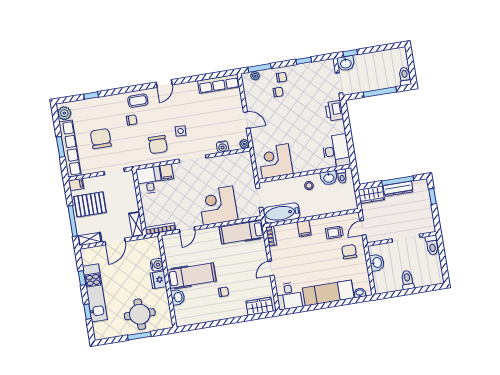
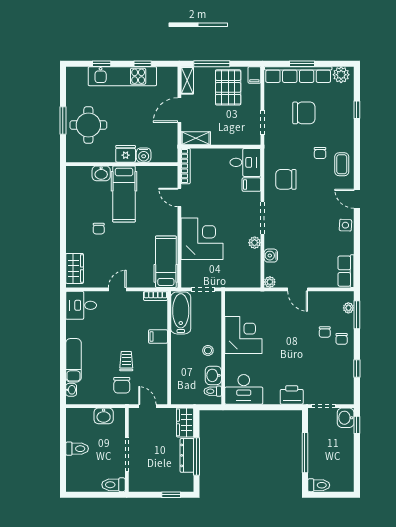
row of seats: (219, 84) -> (346, 271), width x0.68
door: (247, 120) -> (298, 289), hinge flipped
side table: (181, 131) -> (345, 225), moved
corner desk: (275, 161) -> (243, 335), moved
plant: (214, 162) -> (255, 243), added
trolley: (334, 232) -> (126, 361), moved
door: (115, 242) -> (179, 110), hinge flipped
chair: (349, 252) -> (122, 385), turned 90
door: (271, 268) -> (117, 289), hinge flipped
exam couch: (328, 293) -> (73, 360), width x0.73, depth x0.69

